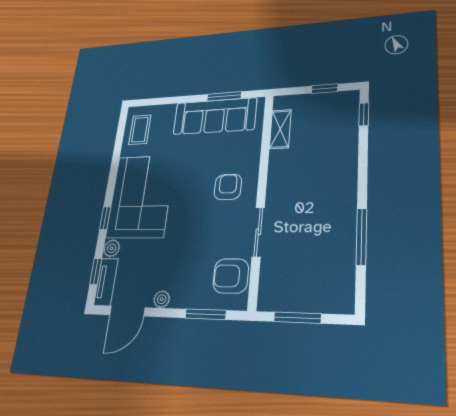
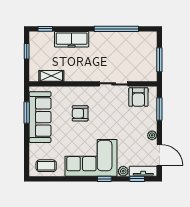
freezer: (344, 158) -> (72, 39), added
armchair: (228, 187) -> (80, 113), moved
window: (361, 236) -> (116, 29), width x1.46

